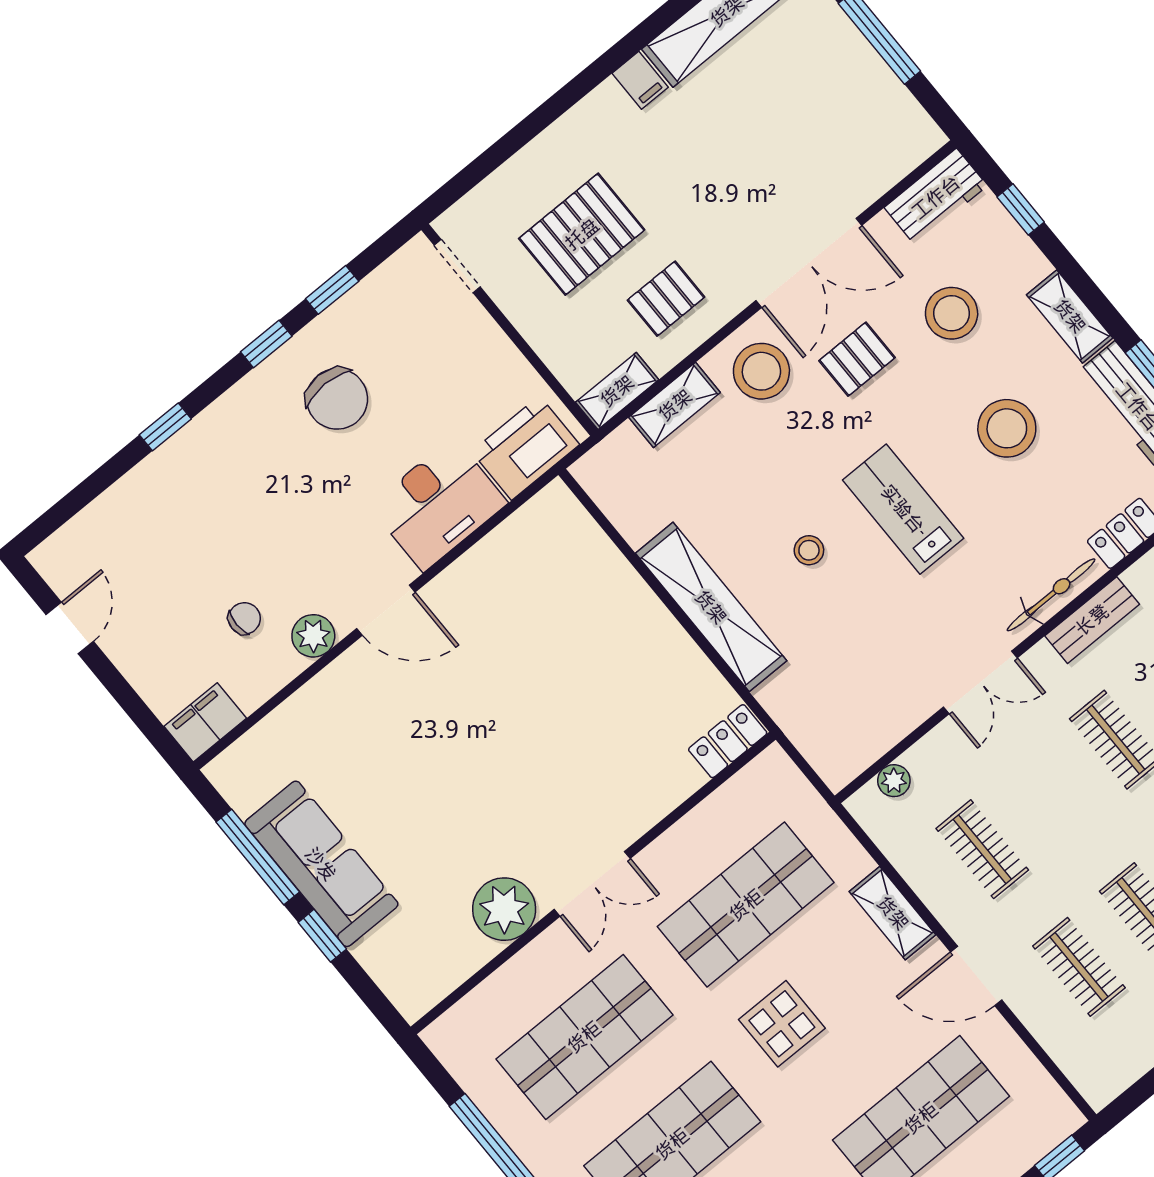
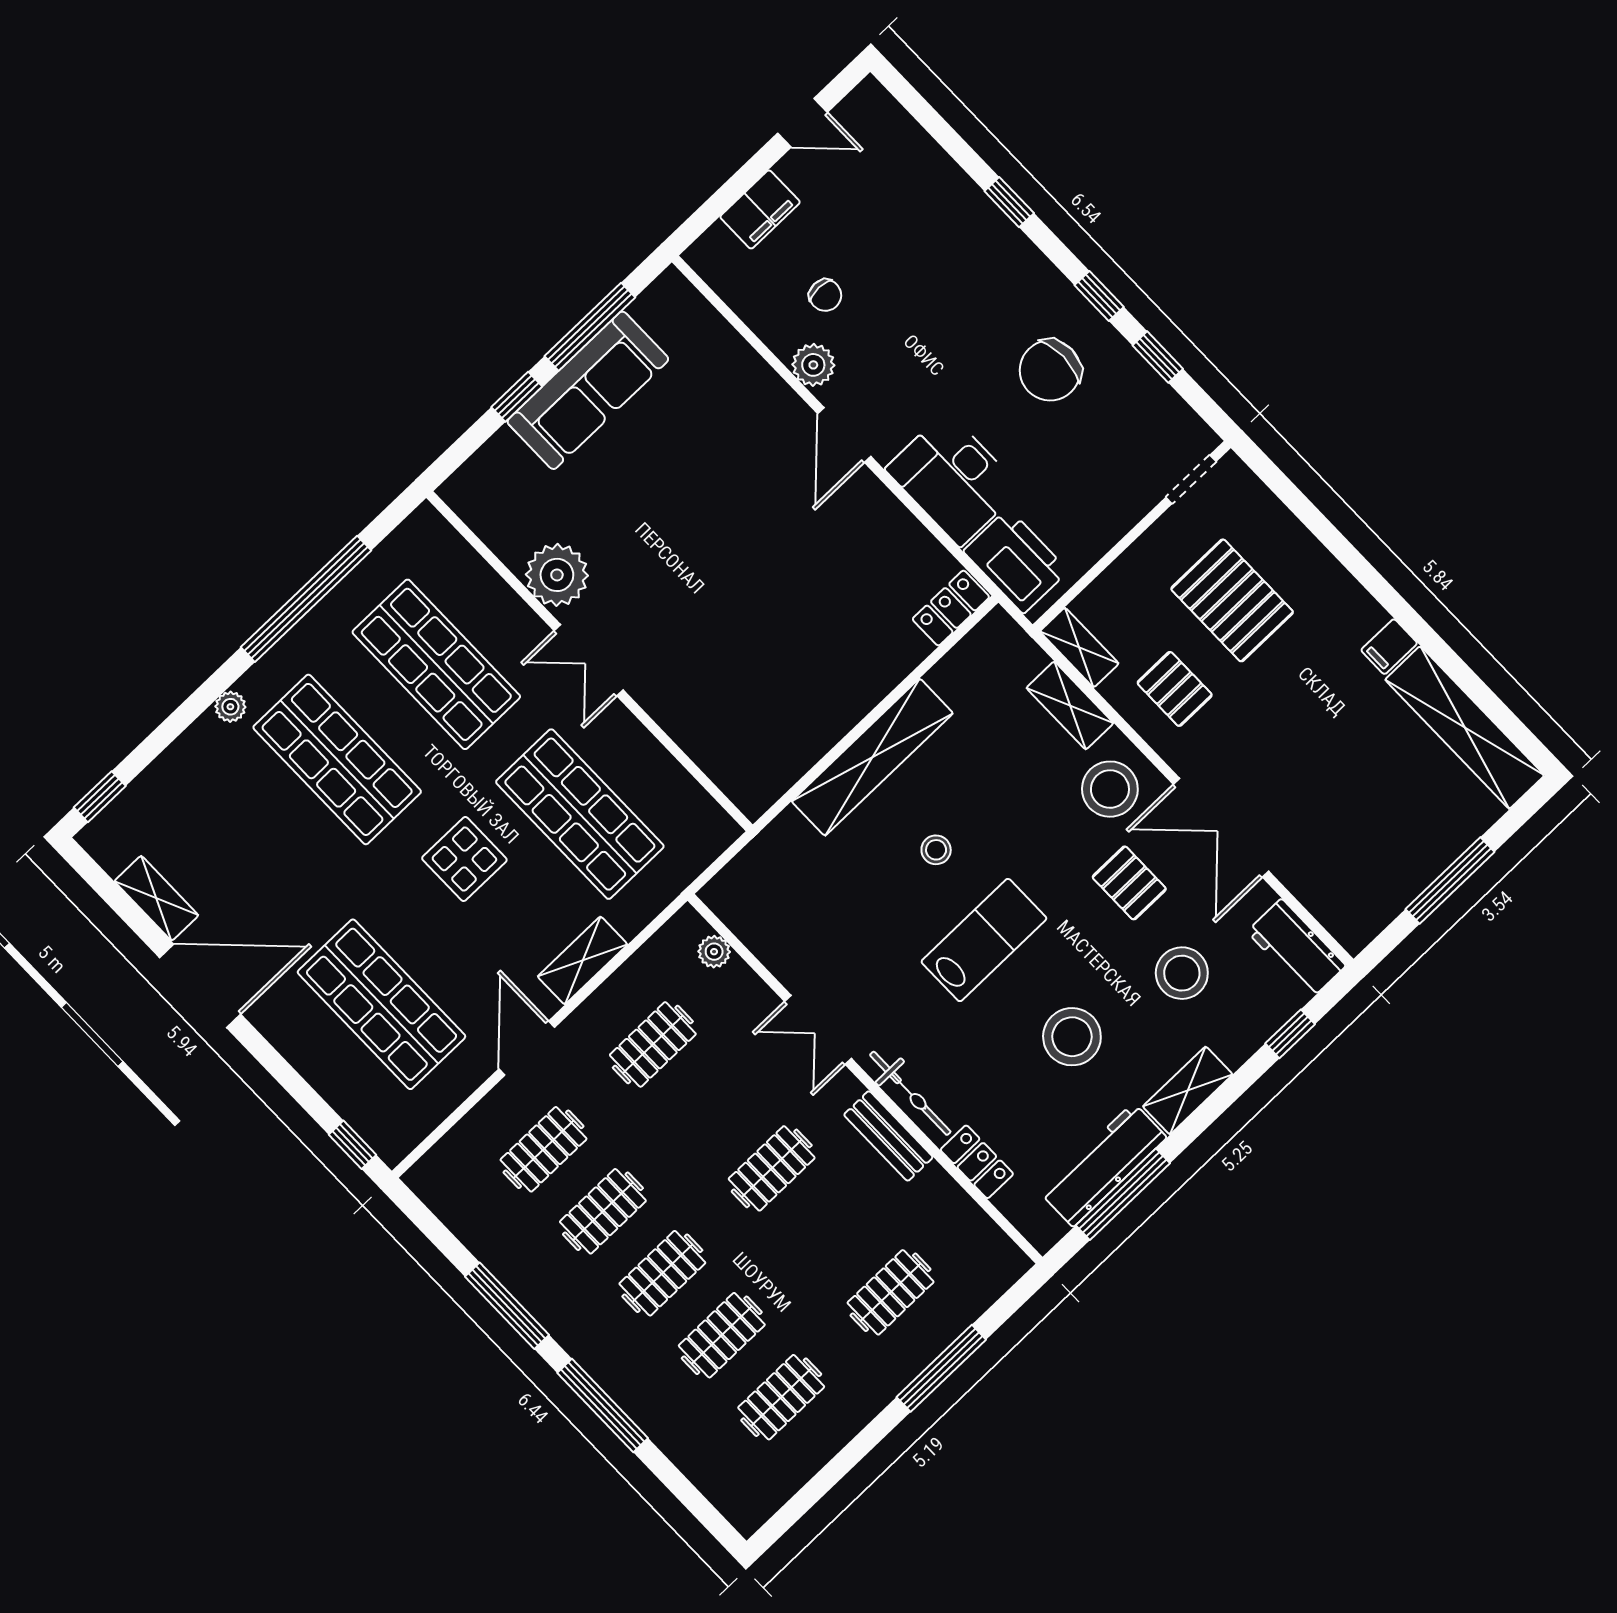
filing cabinet: (205, 722) -> (760, 209), moved, turned 90
locker: (728, 741) -> (951, 608), moved, turned -90

